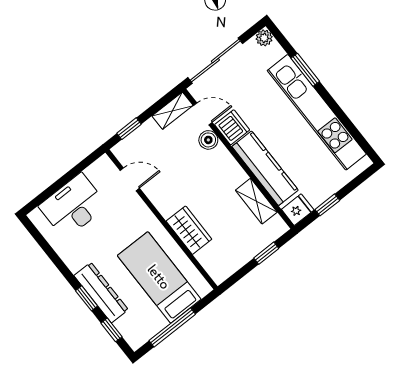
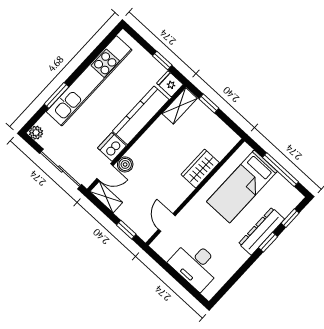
door: (203, 114) -> (105, 172), swing flipped
shelving: (256, 201) -> (180, 106), moved

